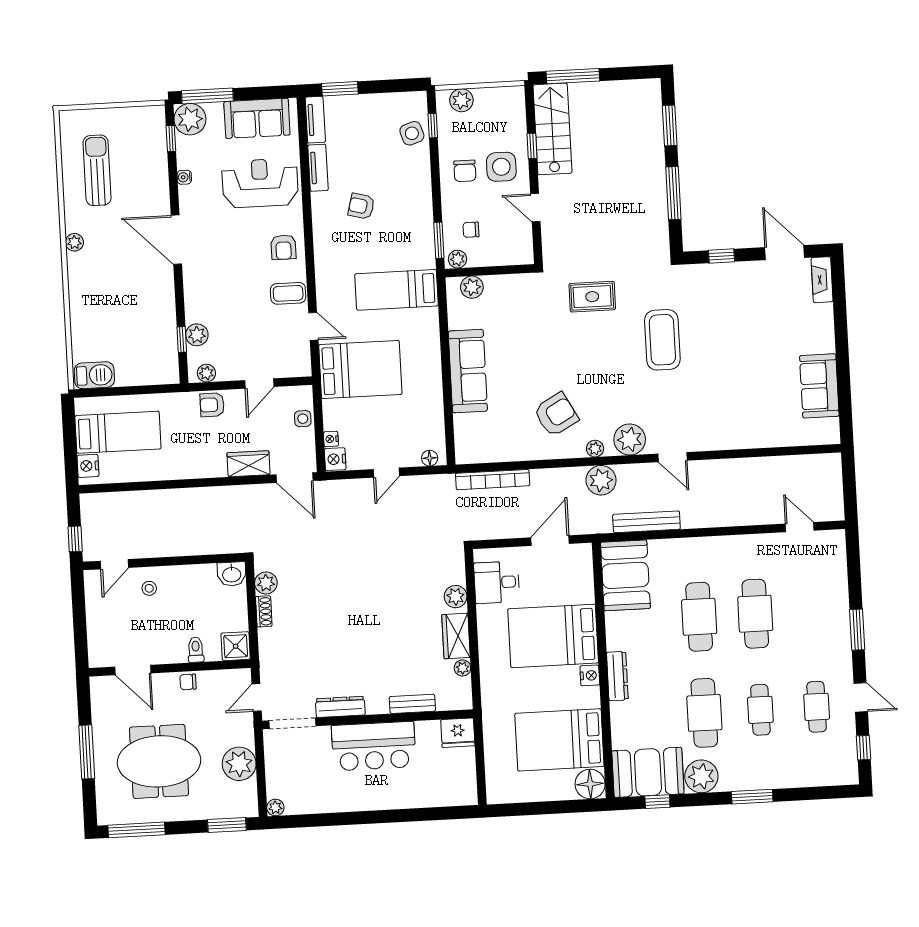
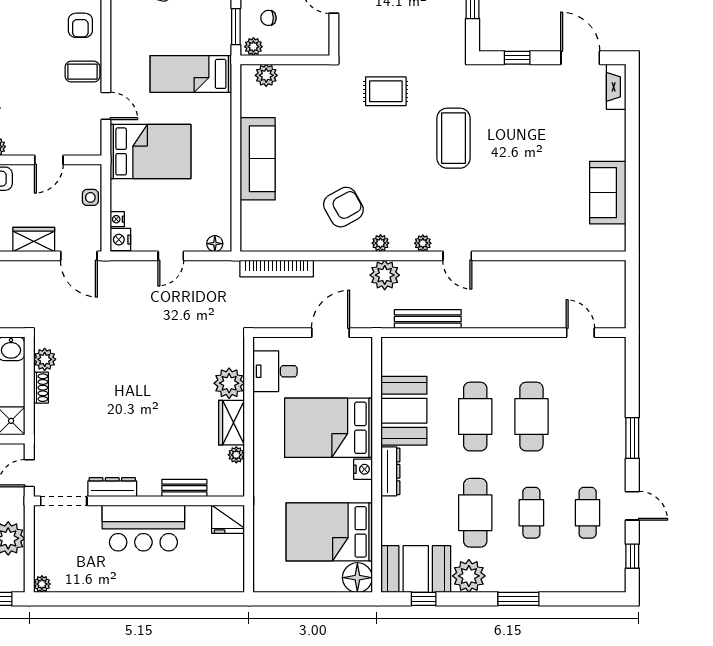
plant: (630, 440) -> (423, 243), width x0.53, depth x0.53
booth: (625, 575) -> (404, 411), moved
plant: (456, 597) -> (229, 383), width x1.36, depth x1.36

